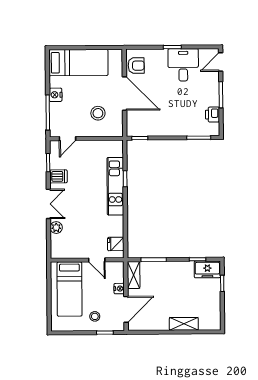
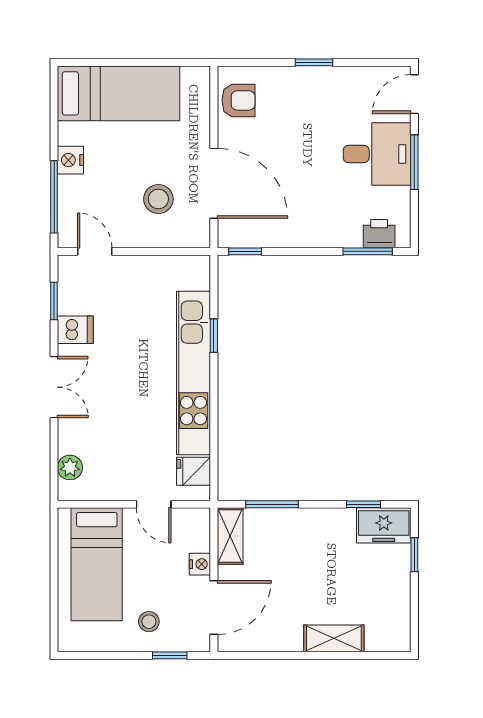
desk: (183, 65) -> (377, 154), moved, turned 90
door: (124, 93) -> (214, 183), moved
printer: (212, 115) -> (379, 234), moved, turned 90
door: (68, 139) -> (95, 251), swing flipped
kitchen unit: (115, 186) -> (193, 373), width x1.36
plant: (56, 228) -> (70, 467), moved

